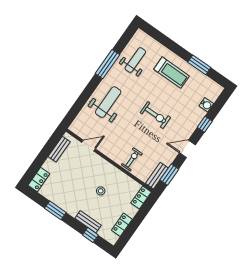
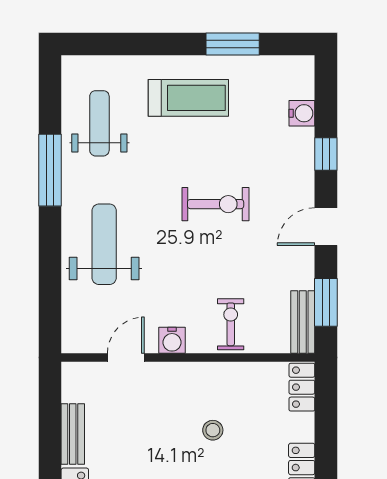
bench: (59, 149) -> (73, 434), moved
water cooler: (108, 151) -> (172, 340), added

